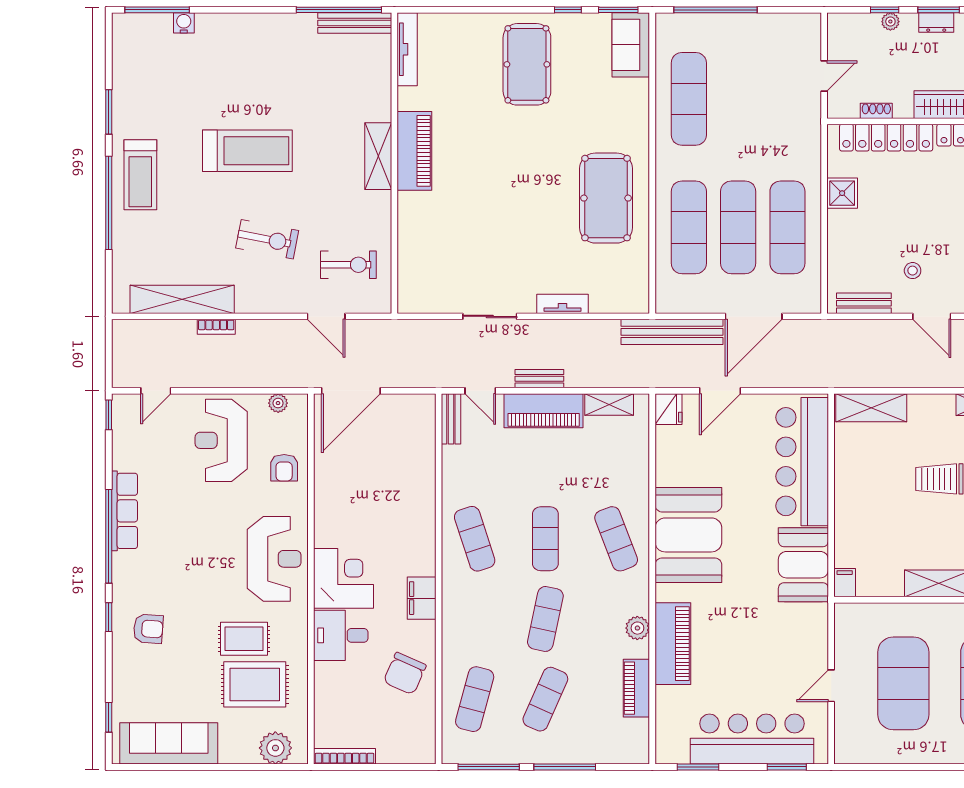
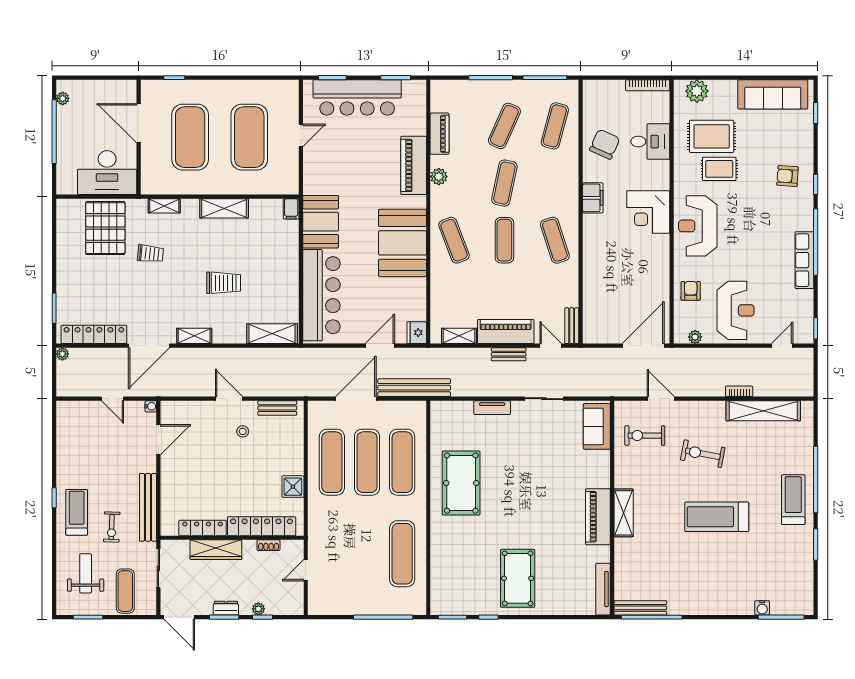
sofa: (631, 45) -> (597, 426), moved, turned 180
desk: (341, 635) -> (650, 142), moved

